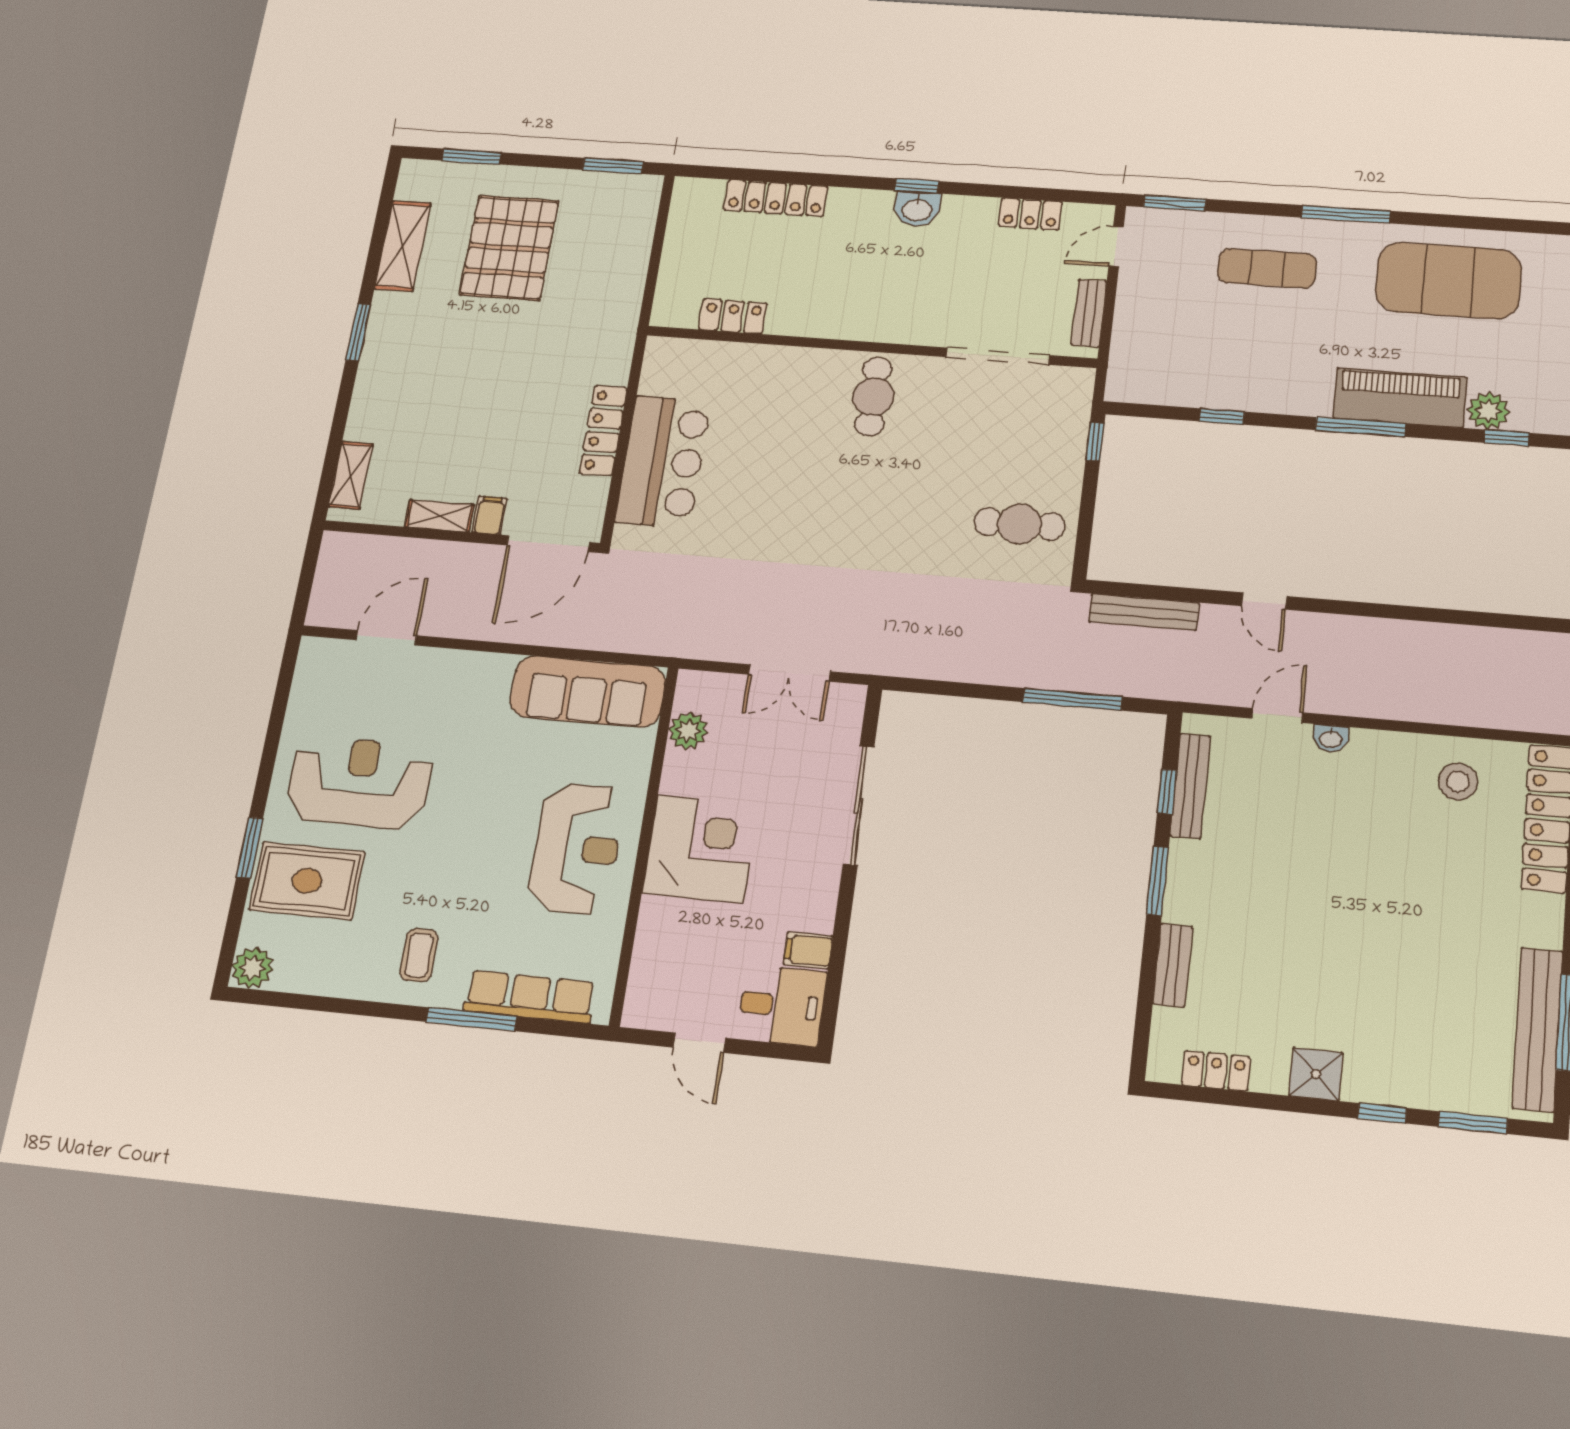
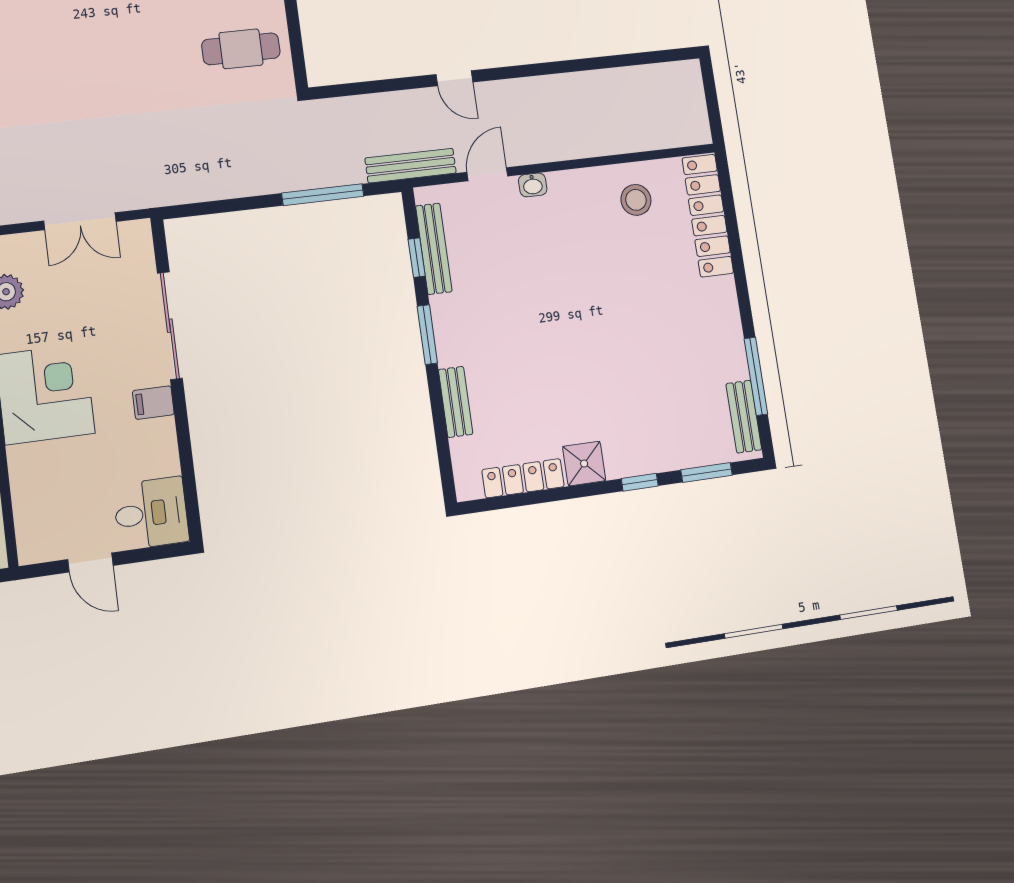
bench: (1144, 612) -> (411, 166), moved
filing cabinet: (808, 950) -> (153, 403), moved
bench: (1537, 1029) -> (744, 417), width x0.54, depth x0.82
locker: (1216, 1071) -> (523, 478), width x1.53

